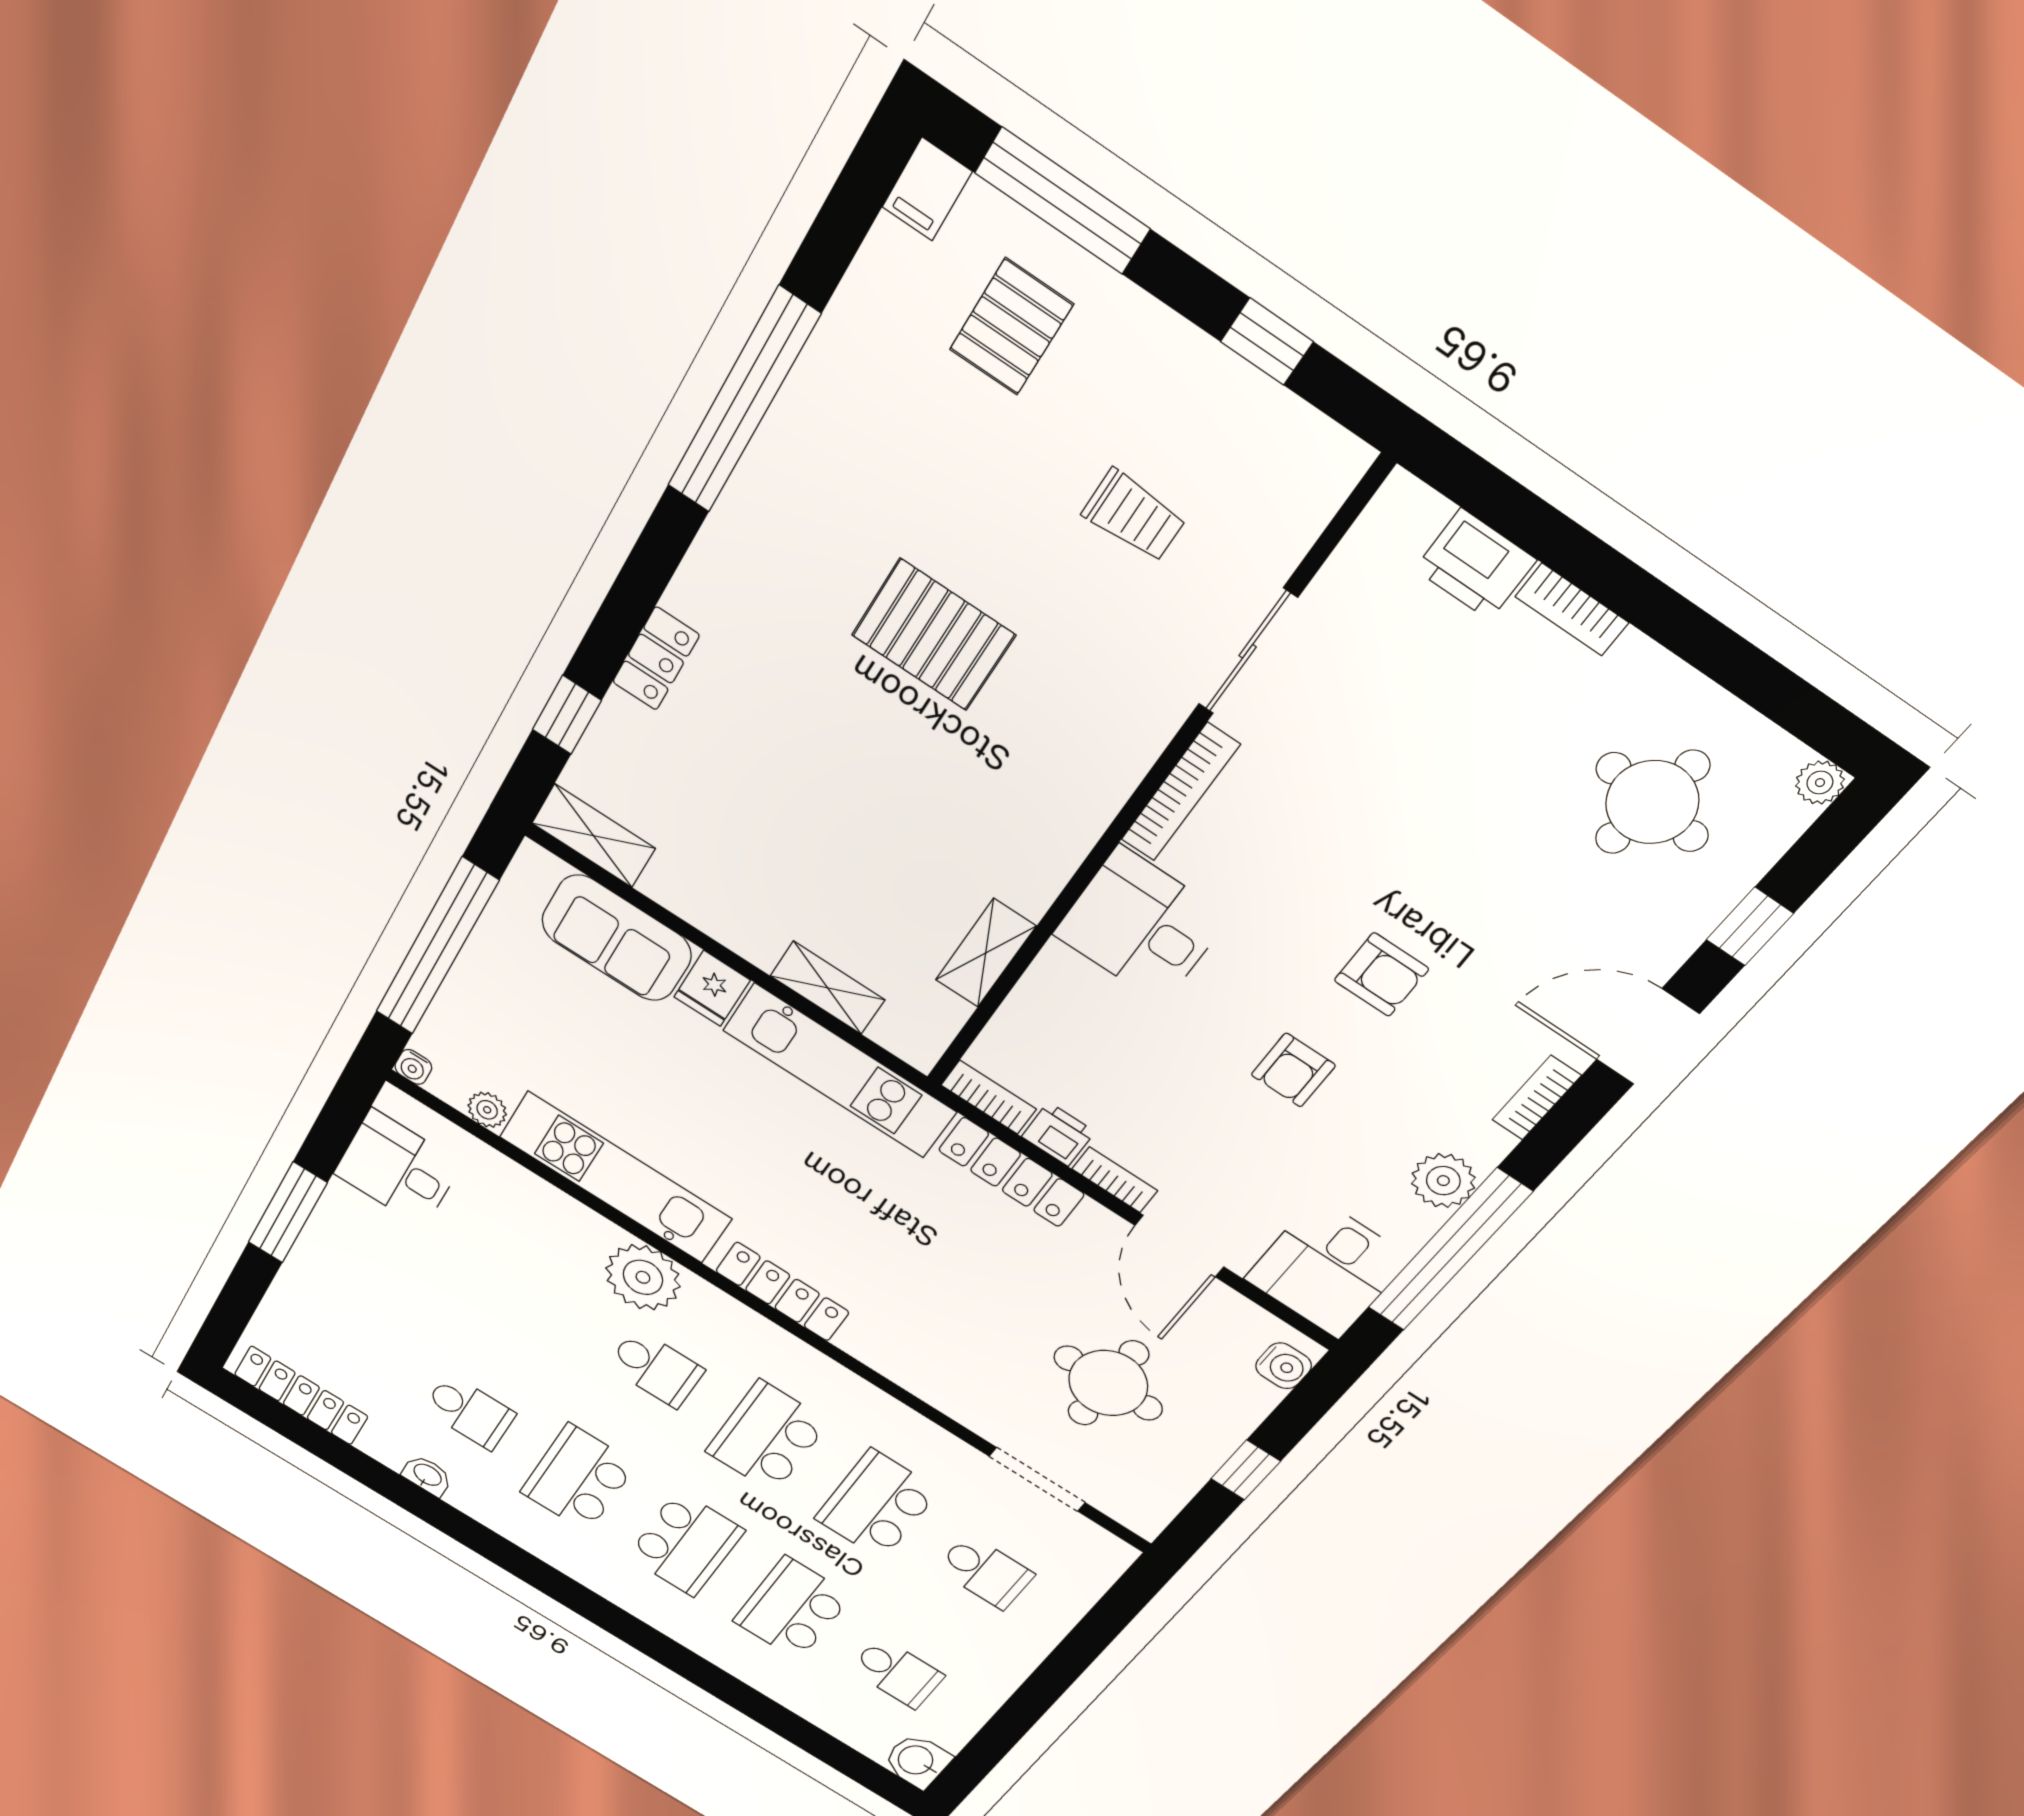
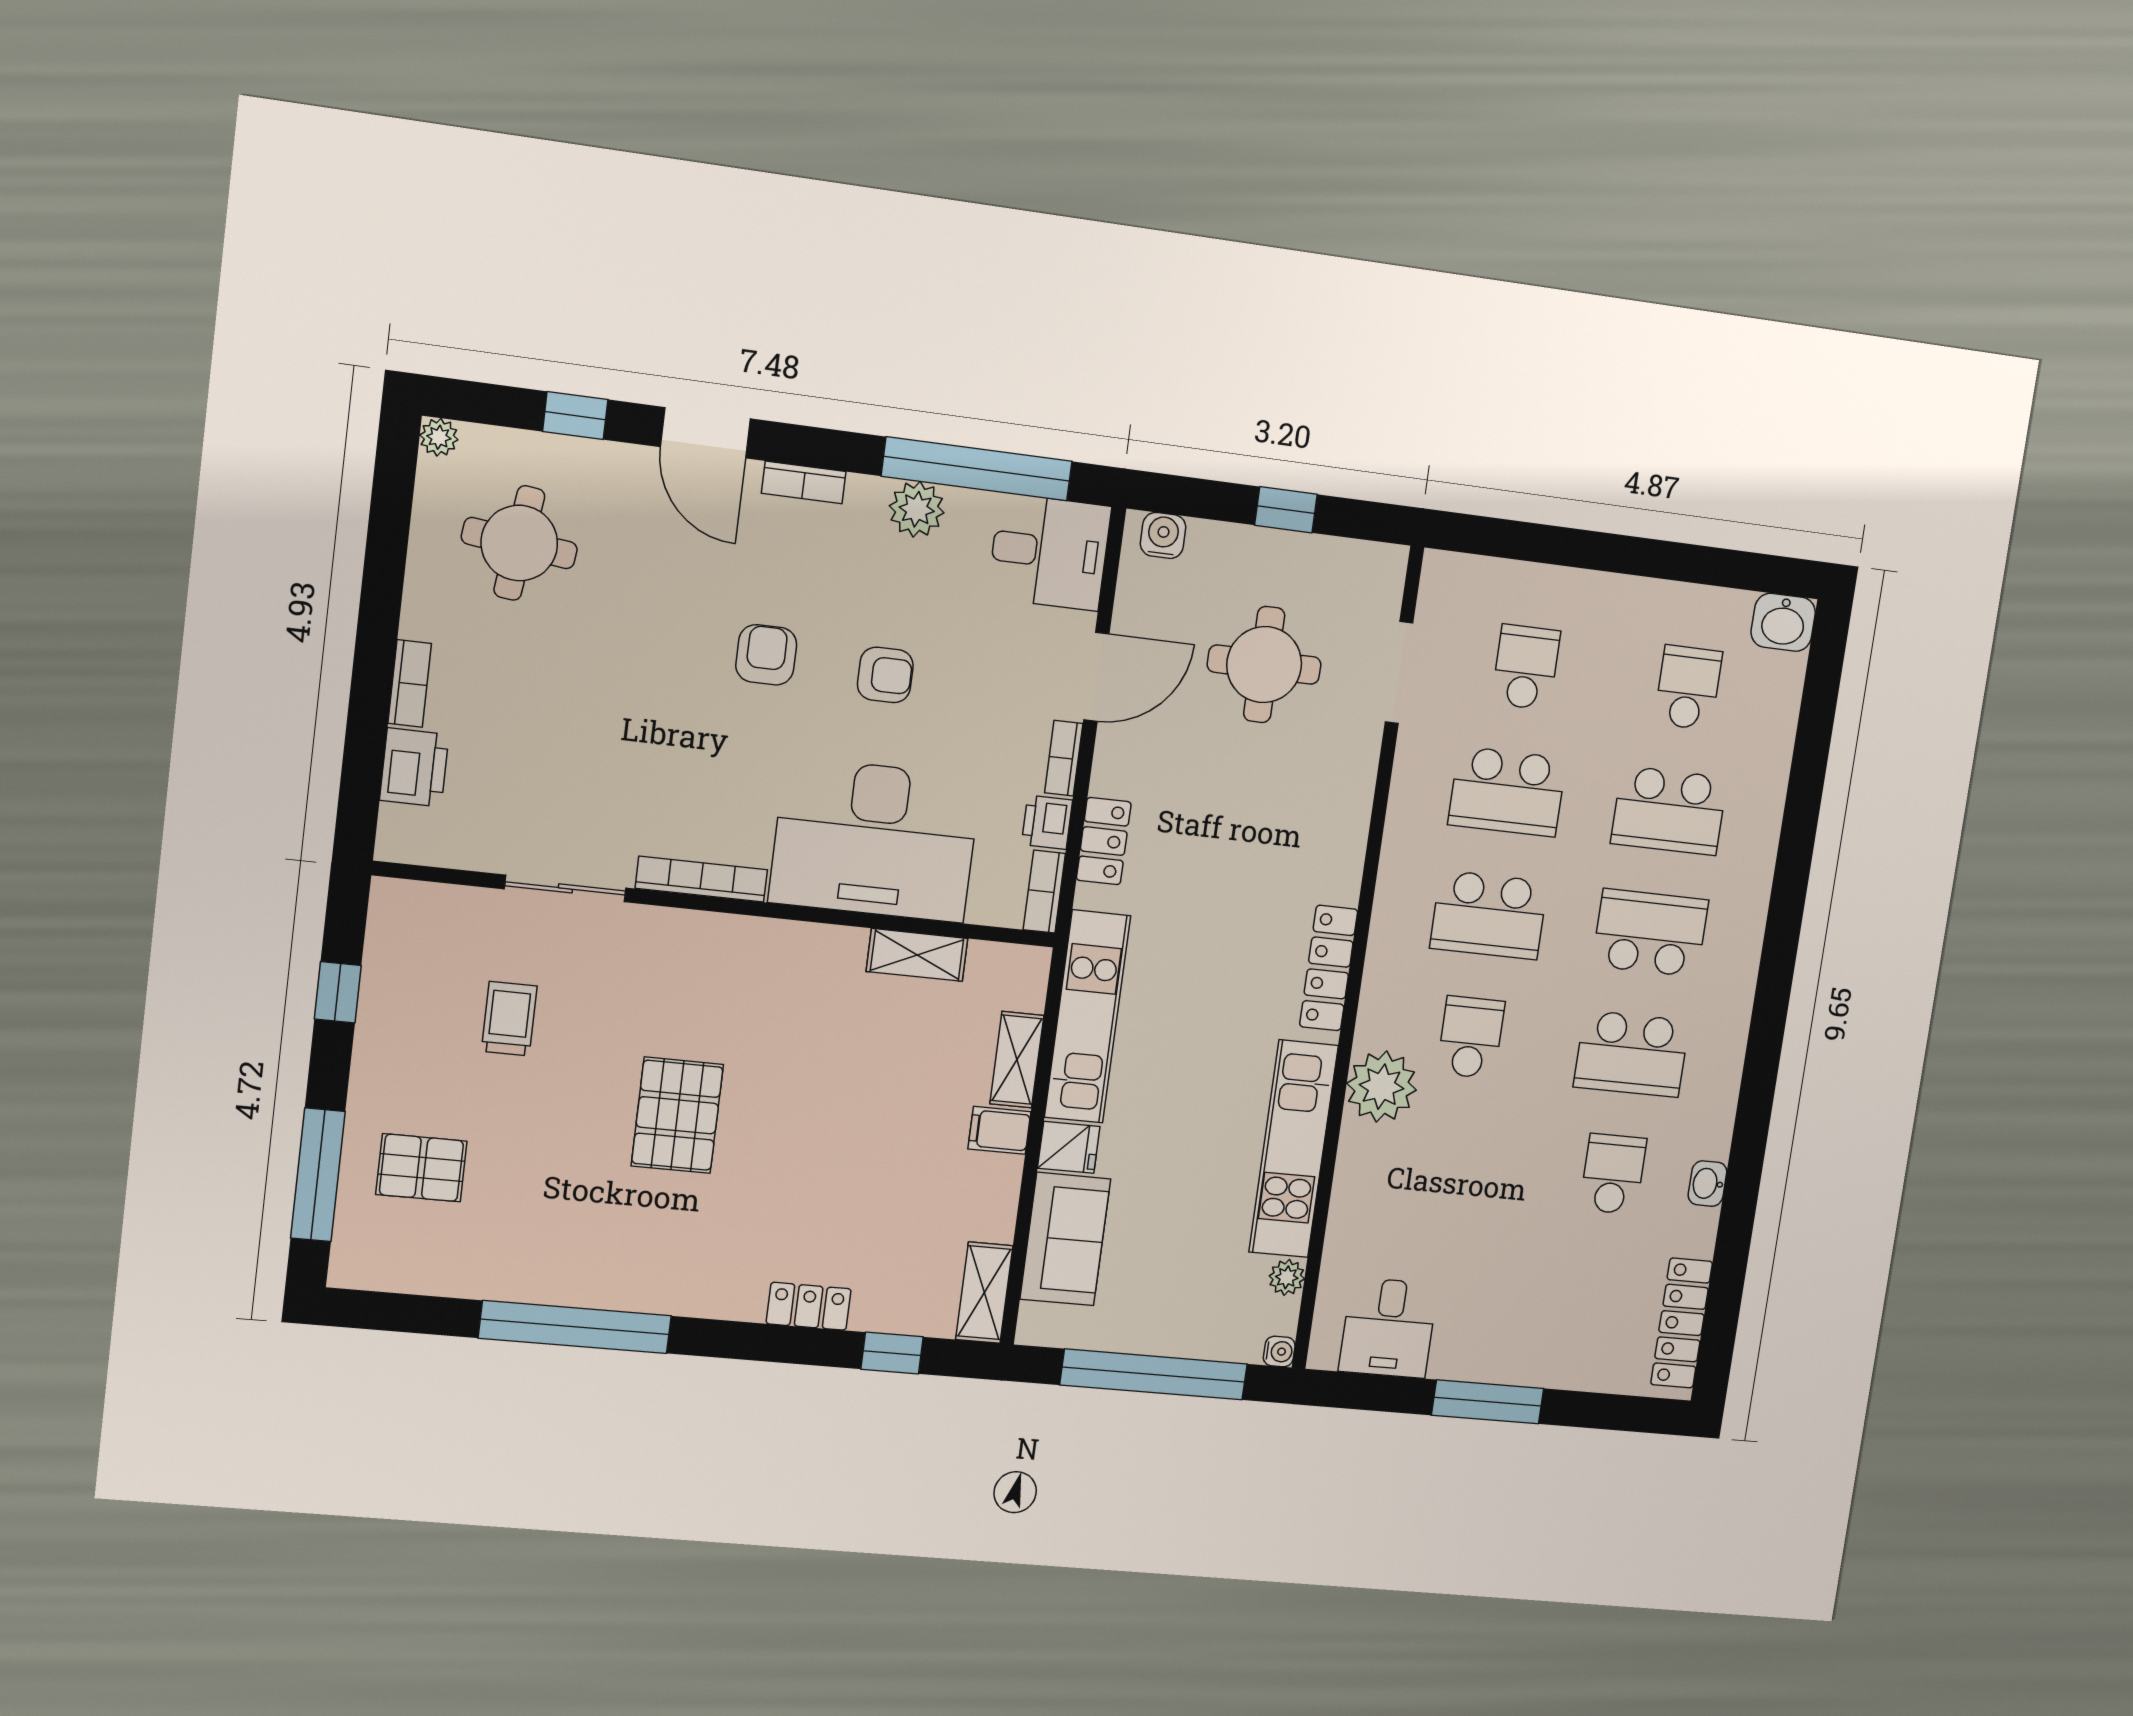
filing cabinet: (927, 189) -> (999, 1130), moved, turned 180
desk: (1141, 926) -> (875, 840), width x1.87, depth x1.30
locker: (1011, 1172) -> (1104, 841), width x0.66

